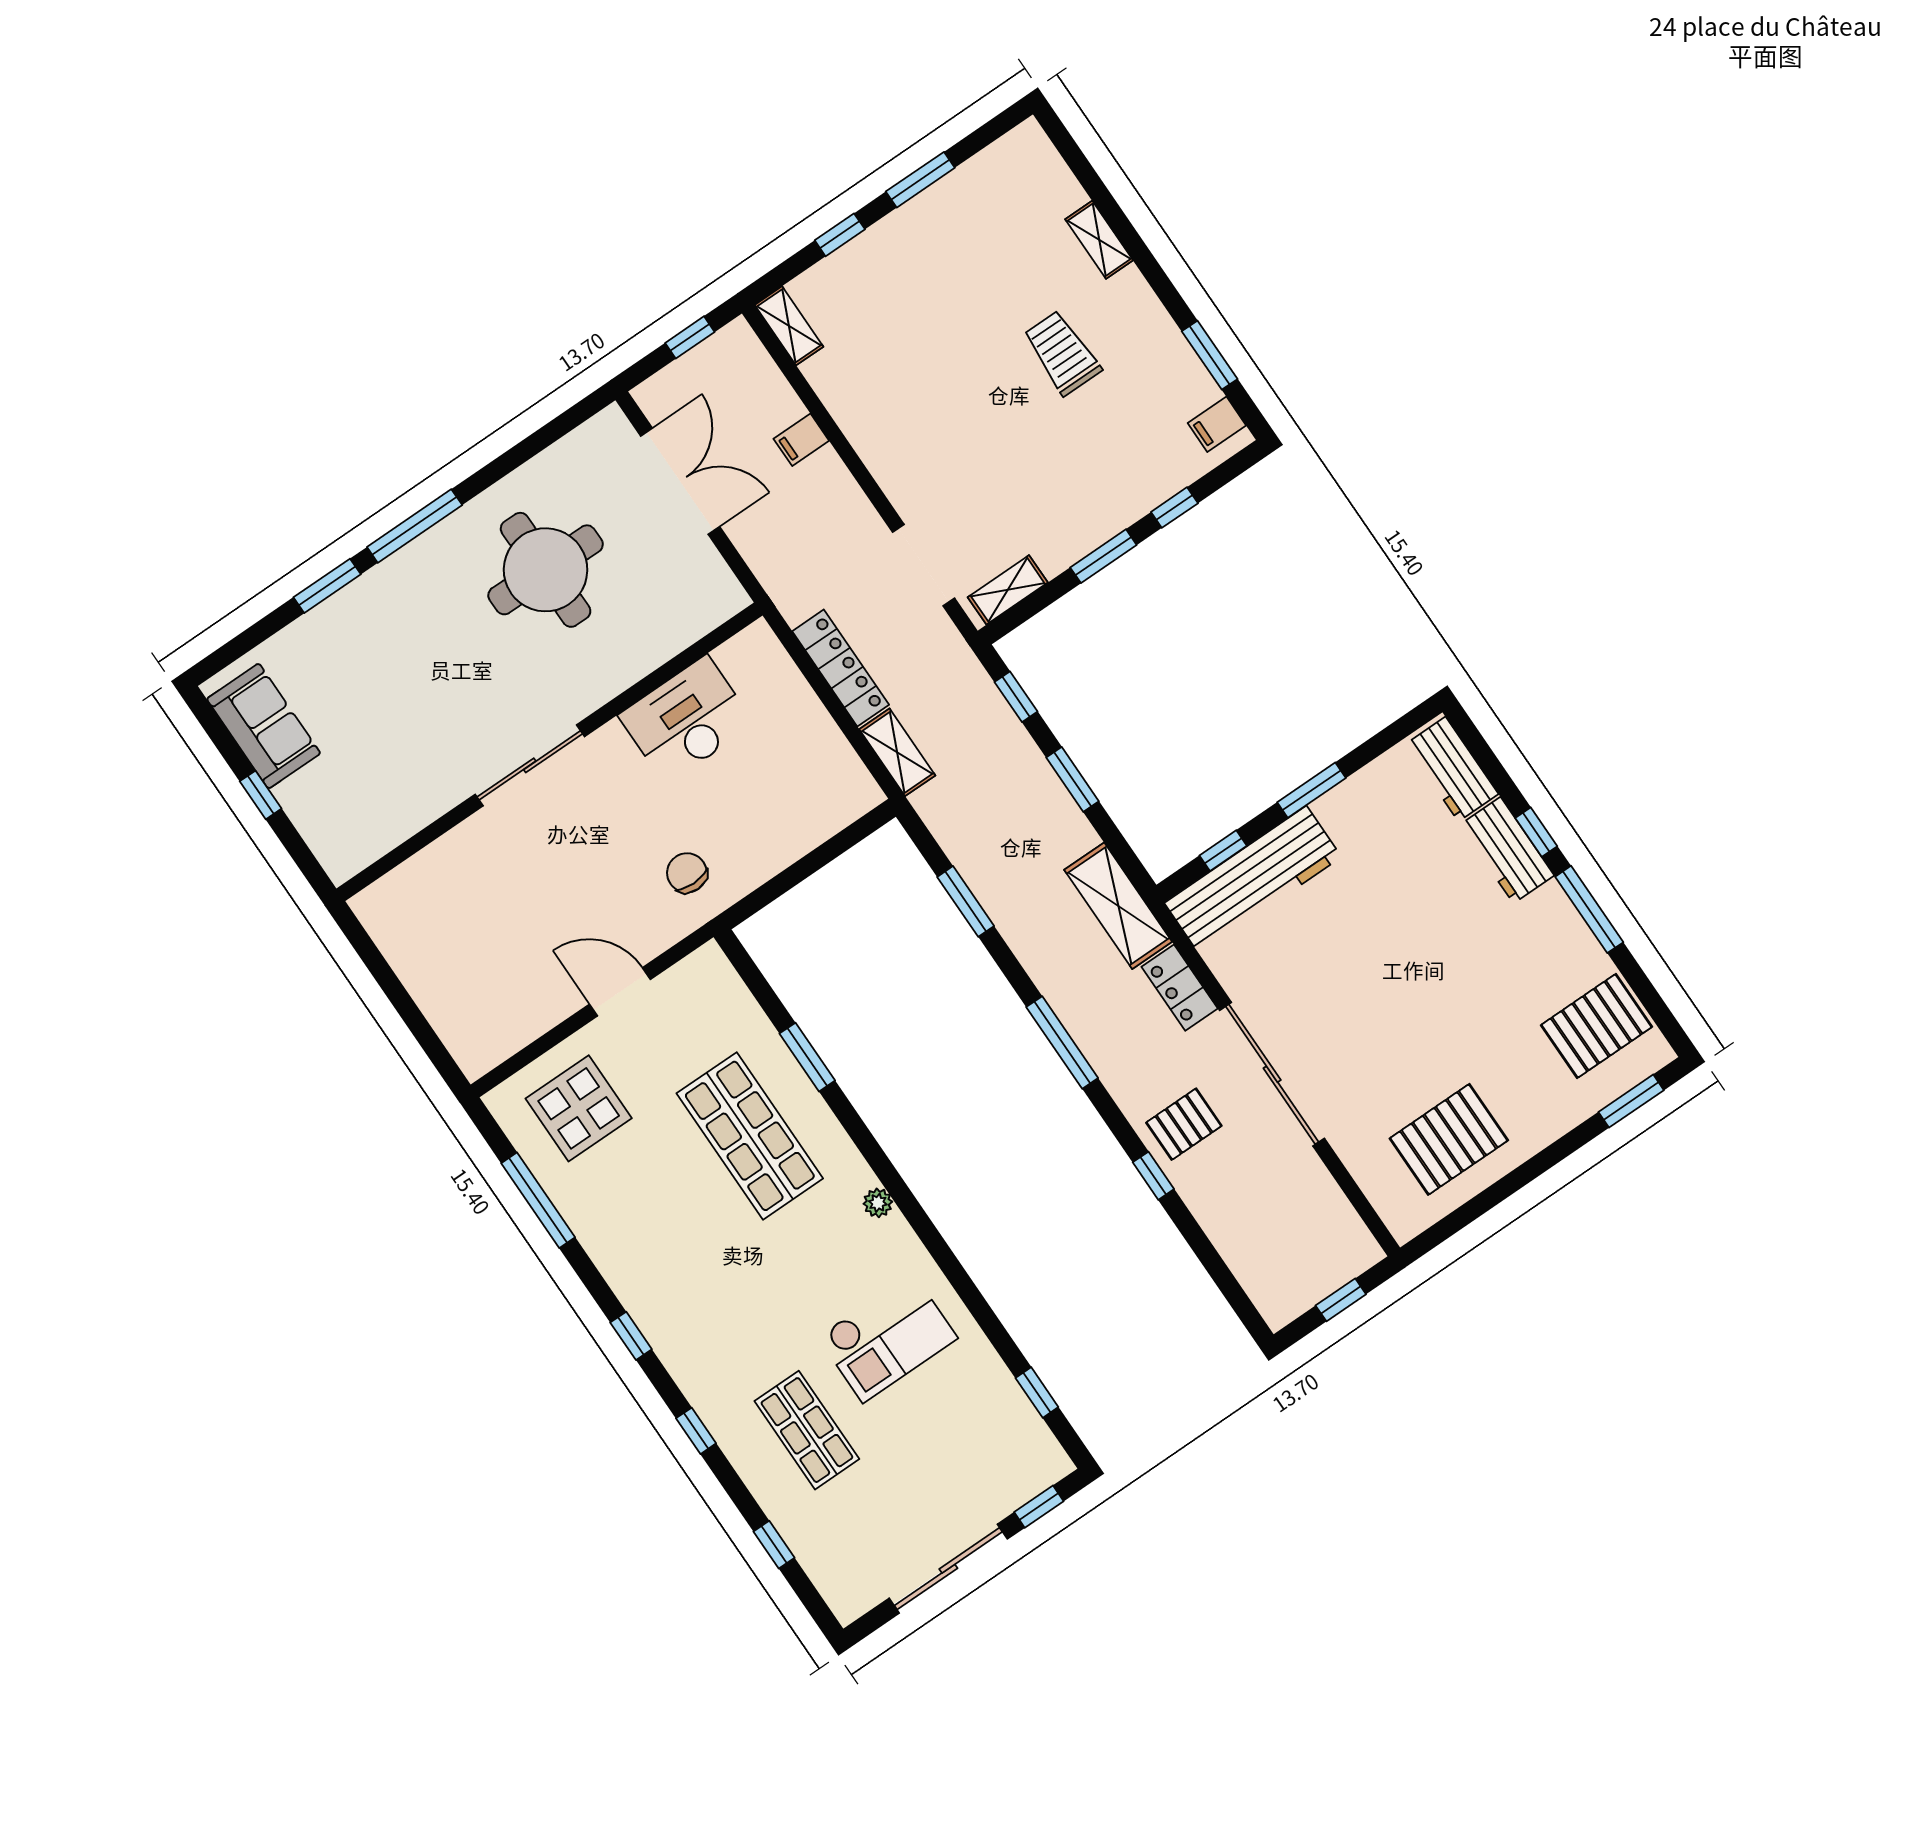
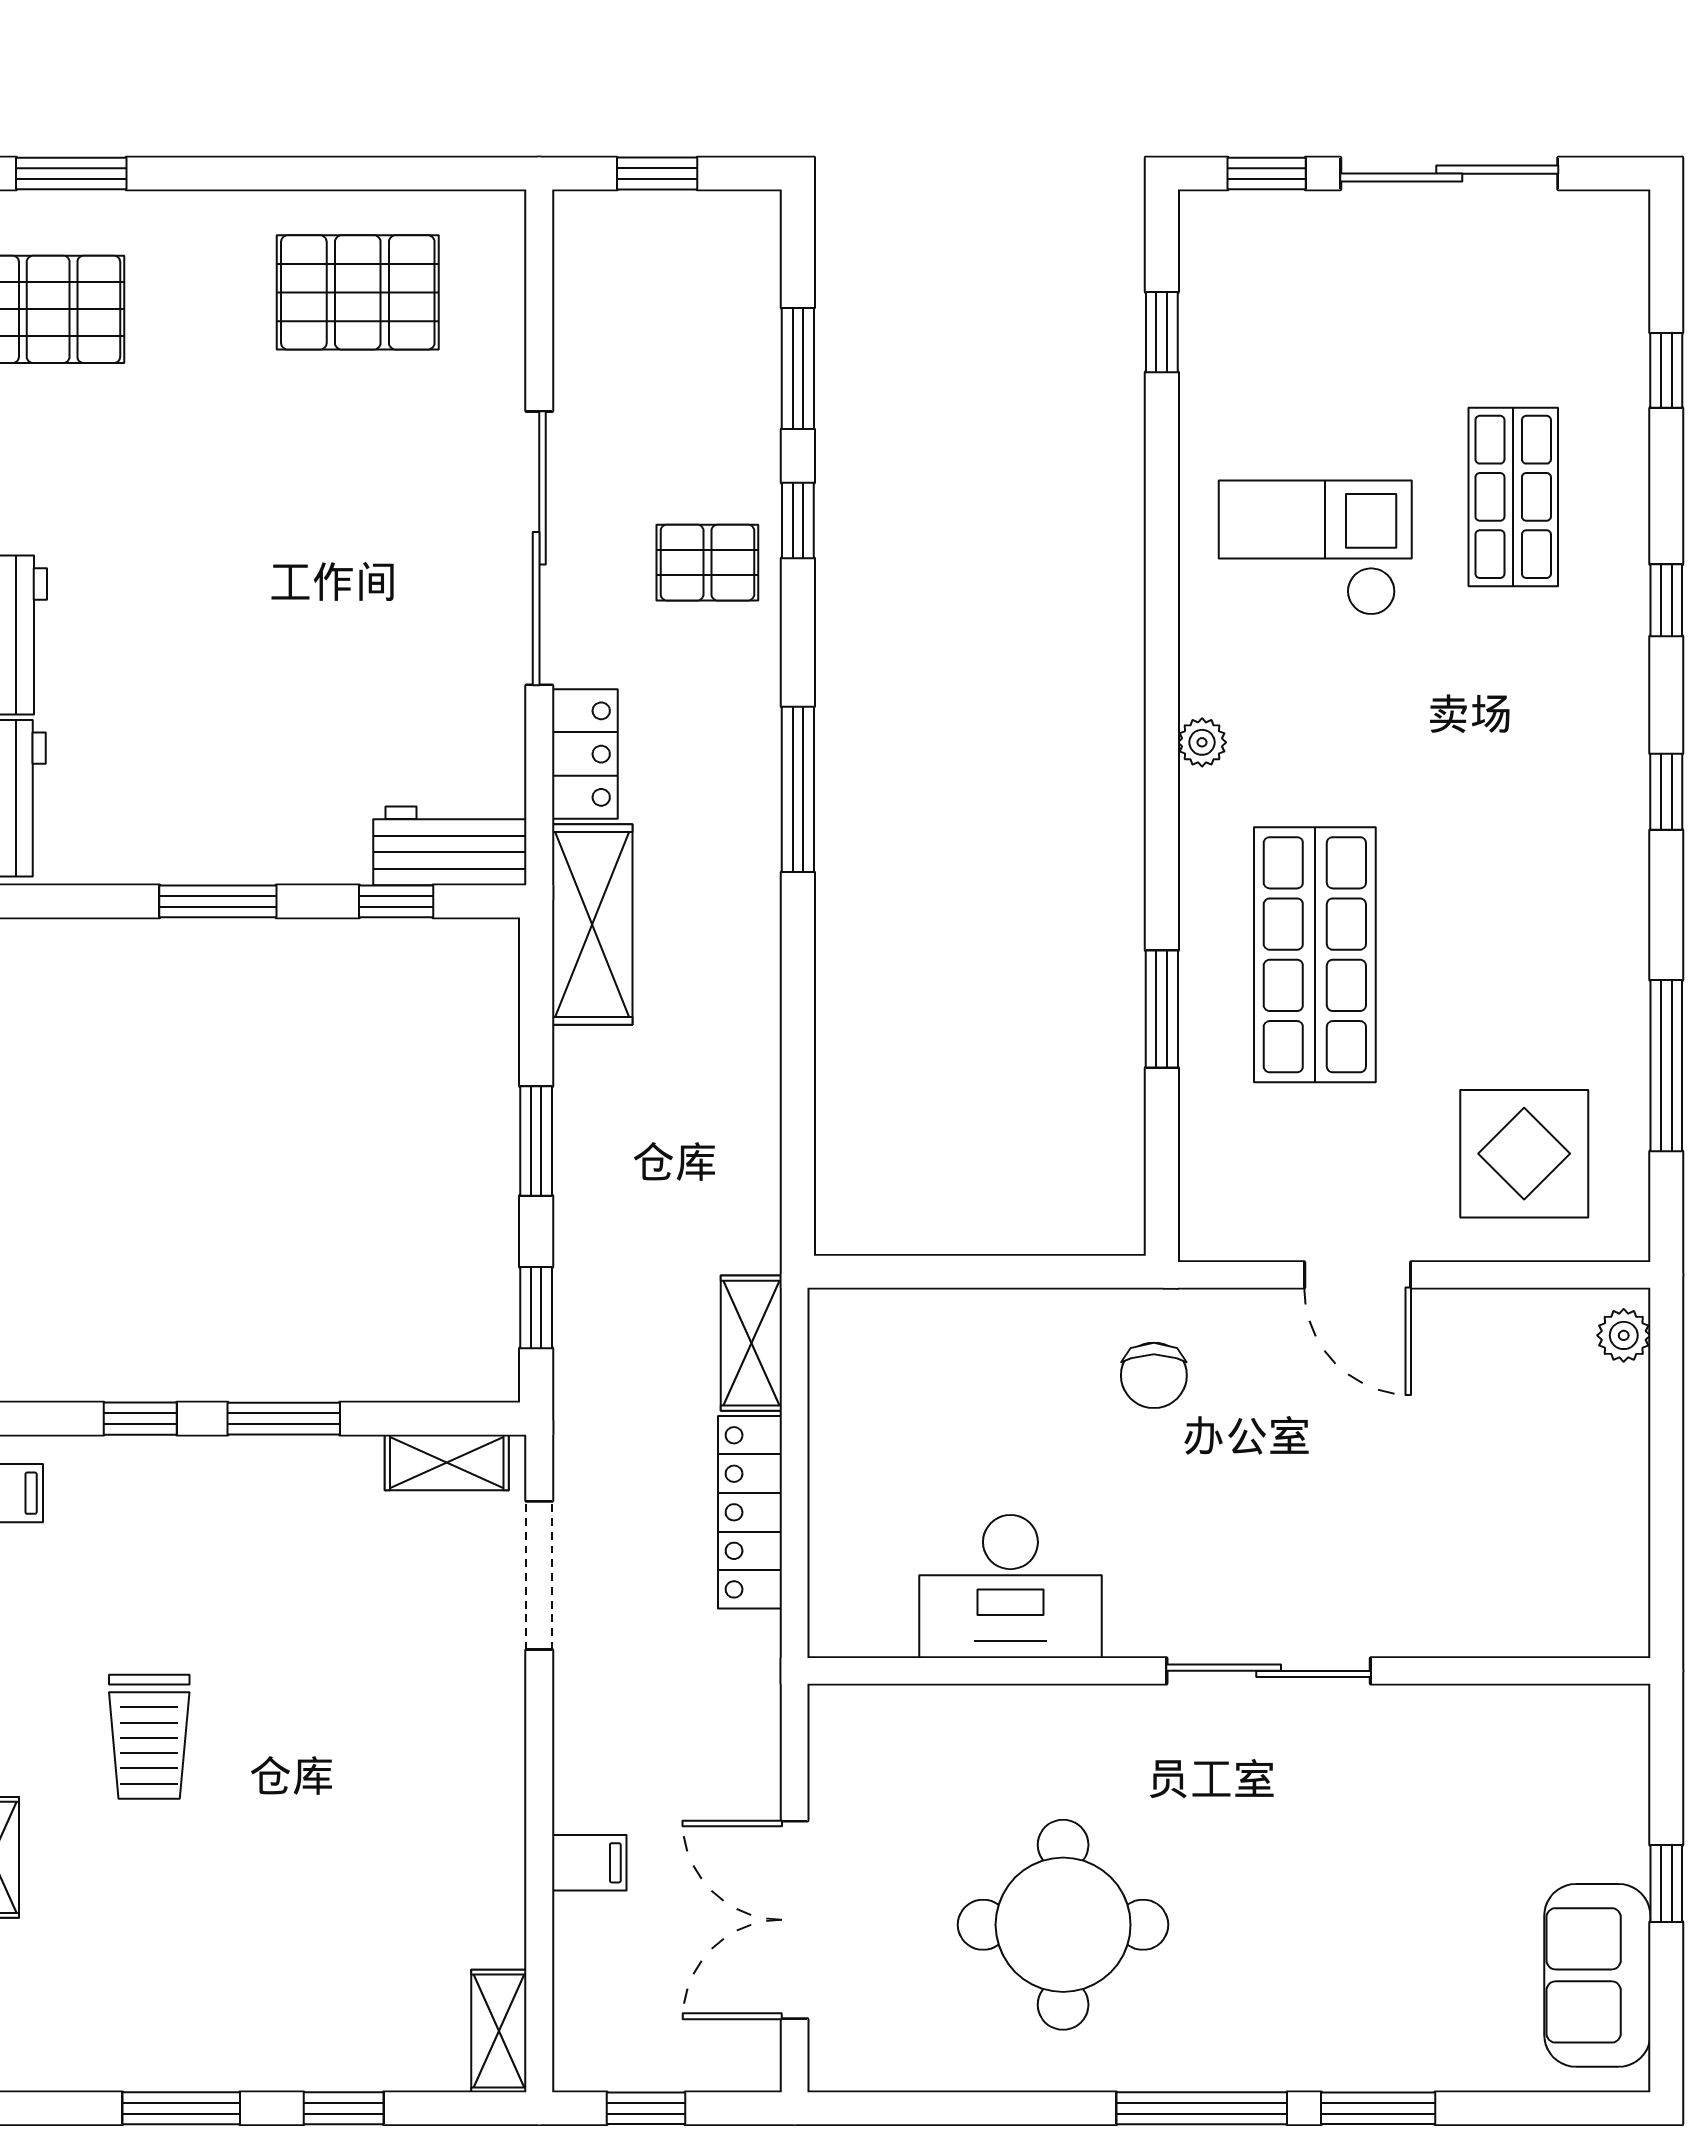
workbench: (1253, 880) -> (450, 846), width x0.53, depth x0.76
window: (966, 901) -> (798, 369), moved
plant: (468, 1052) -> (1624, 1335), added

